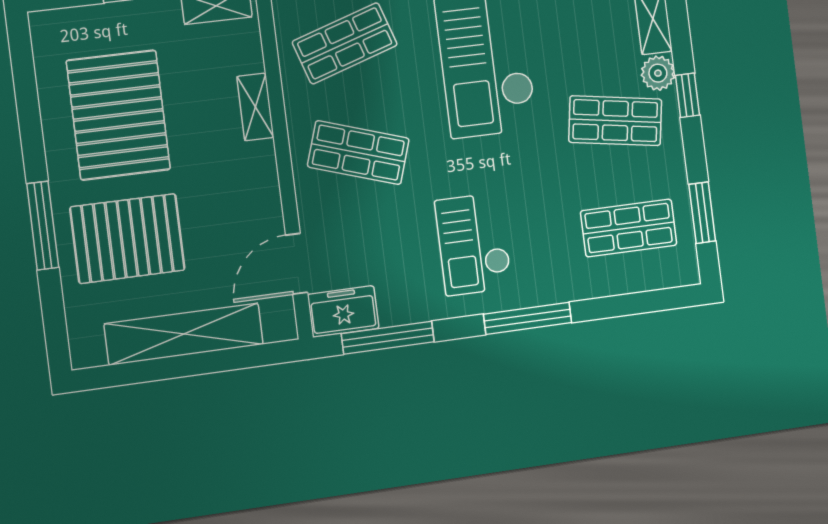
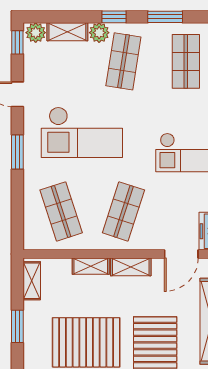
shelving: (263, 178) -> (131, 267), added
window: (702, 213) -> (165, 17), moved
door: (297, 264) -> (181, 254), hinge flipped

